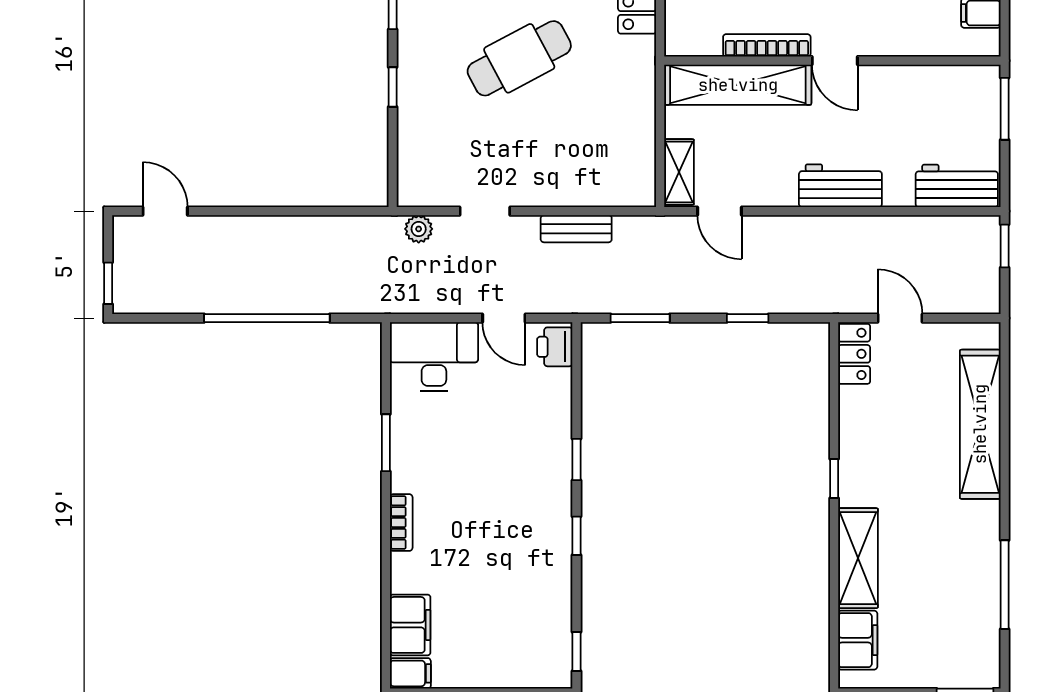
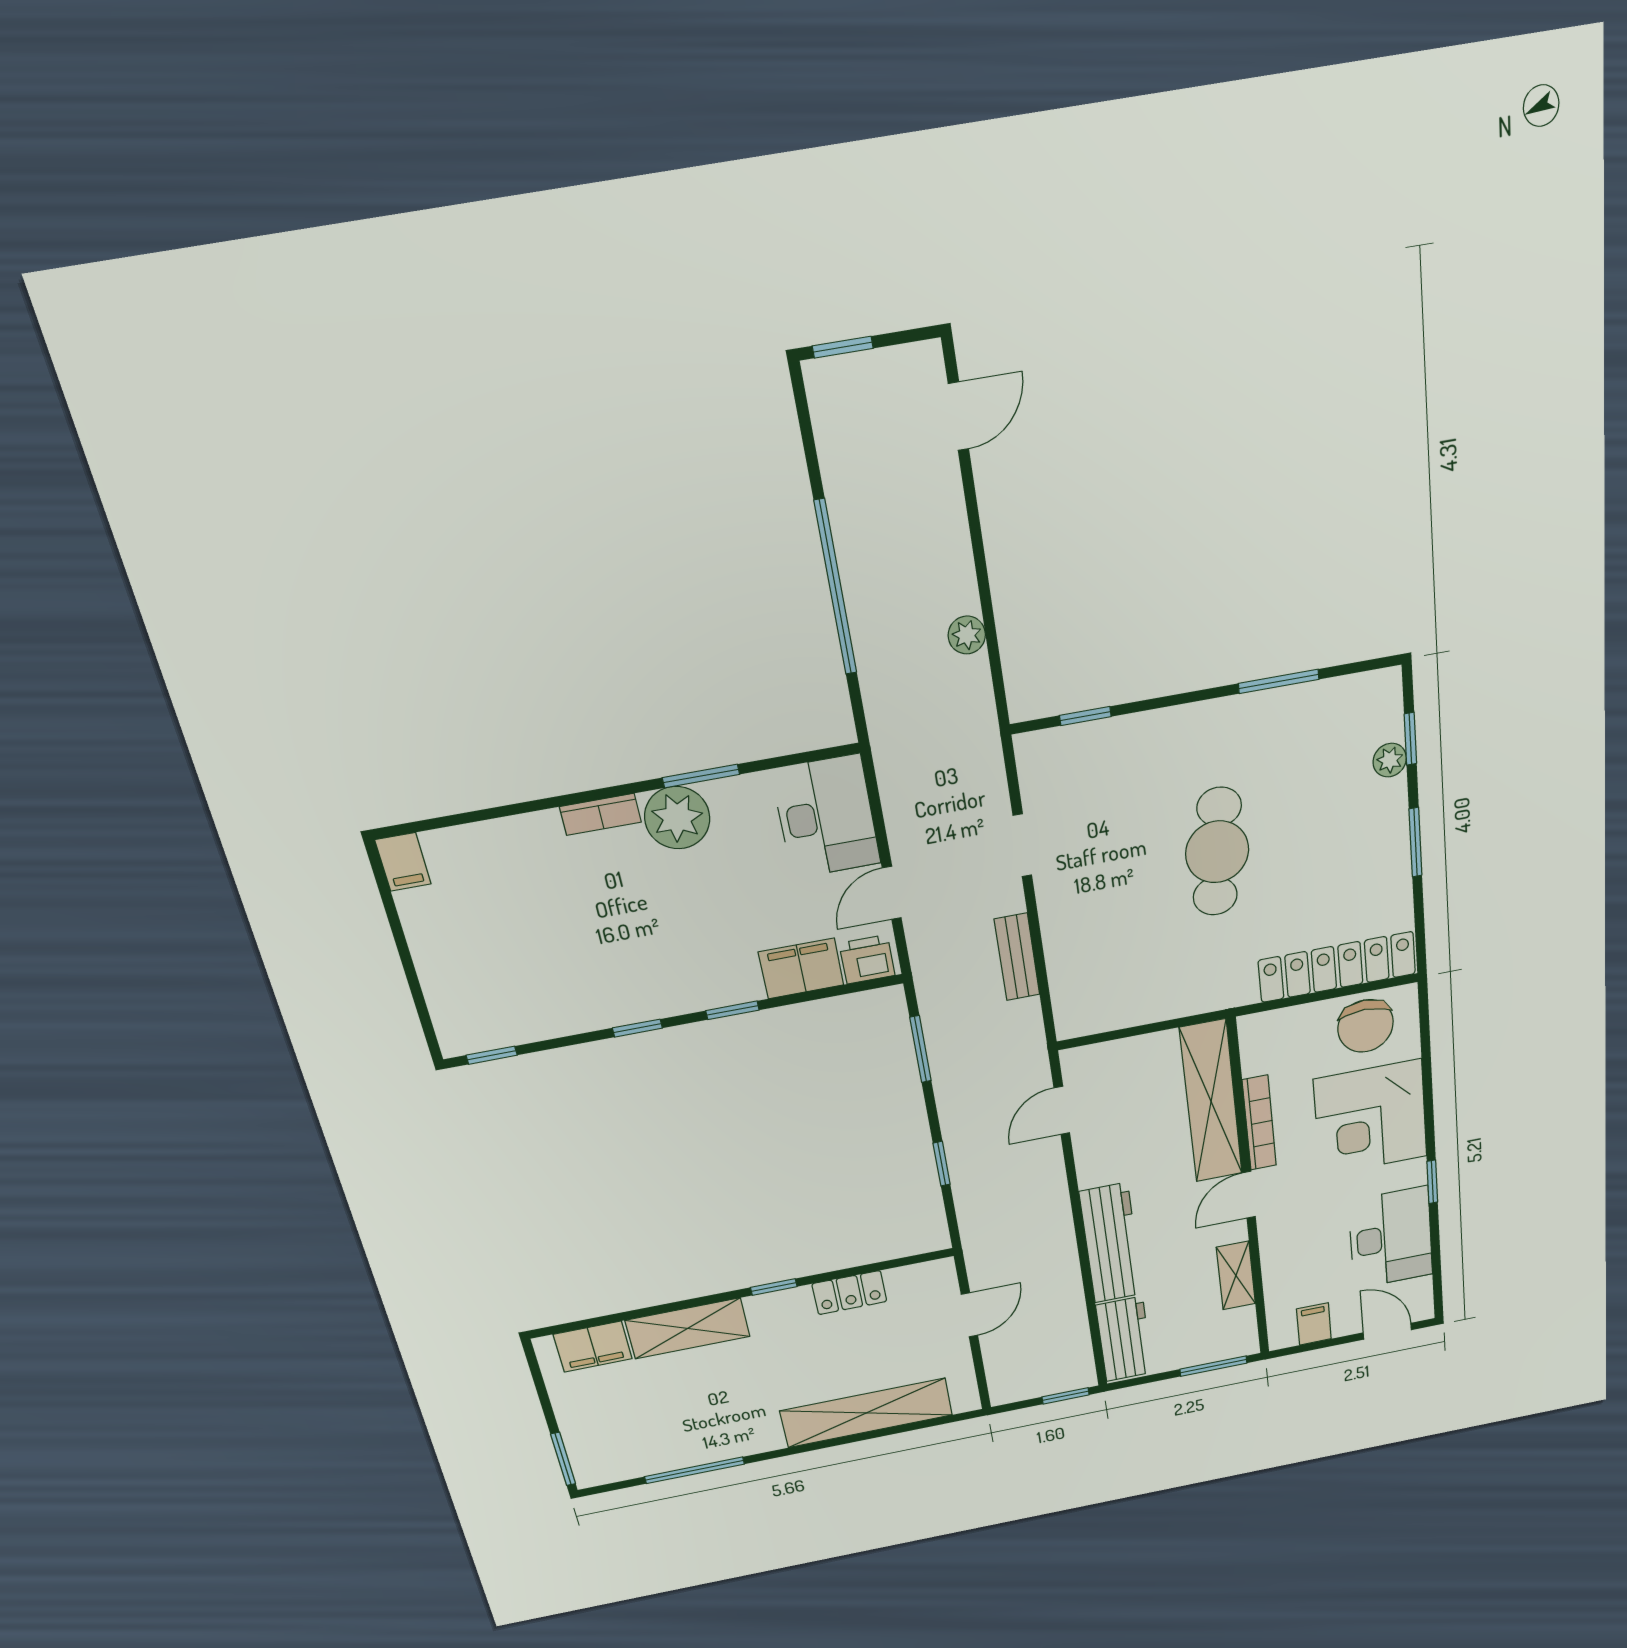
cafe table: (519, 58) -> (1217, 852), turned 36
window: (393, 87) -> (1085, 716), moved
shelving: (679, 172) -> (1236, 1276), moved, turned 90
workbench: (840, 186) -> (1111, 1243), width x1.37
plant: (419, 229) -> (967, 635), moved
locker: (854, 354) -> (849, 1293), moved
plant: (414, 467) -> (677, 818), added
filing cabinet: (410, 625) -> (801, 969), moved, turned 180

